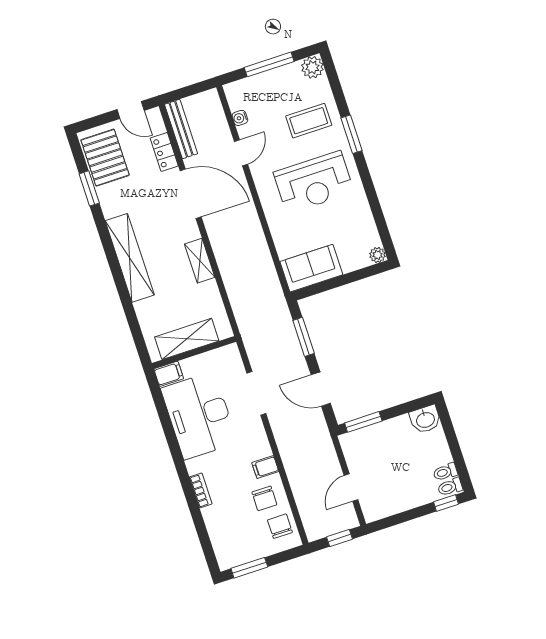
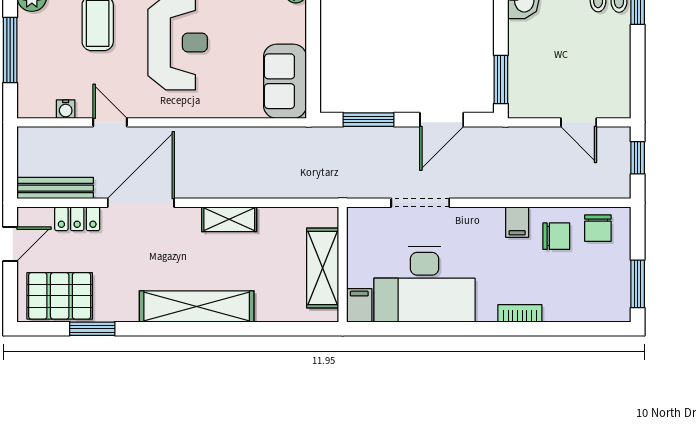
chair: (280, 526) -> (598, 228), turned -90

